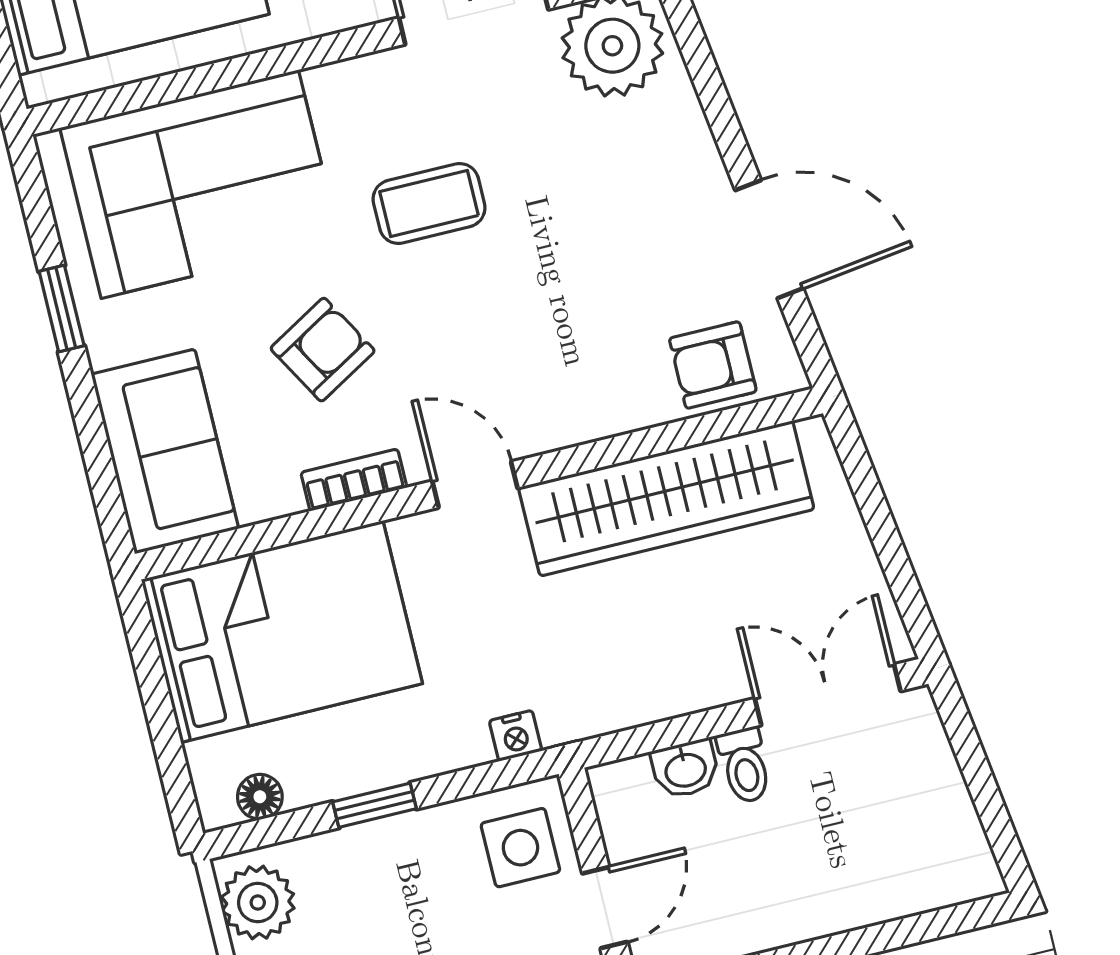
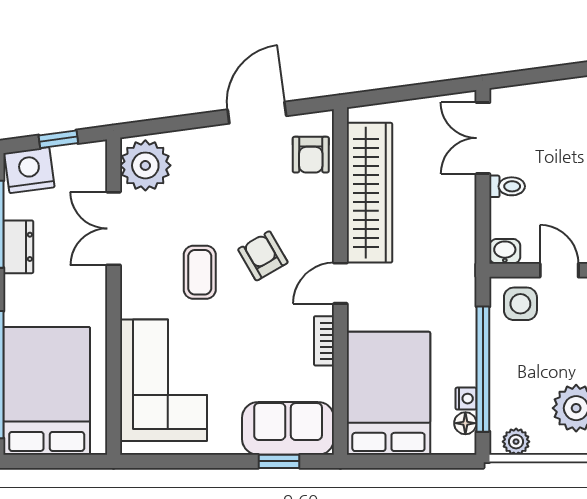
window: (62, 309) -> (279, 461), moved
armchair: (323, 350) -> (263, 256), moved
nightstand: (516, 736) -> (466, 399), moved
washbasin: (685, 769) -> (505, 251), moved, turned -90
window: (374, 805) -> (483, 369), width x3.17
plant: (258, 903) -> (516, 442), width x0.73, depth x0.73

